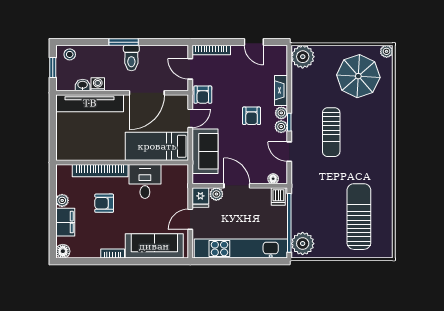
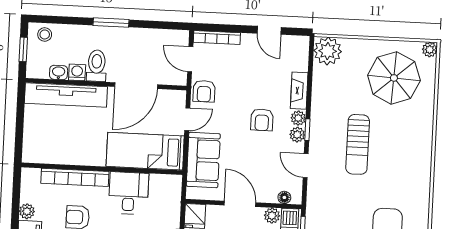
toilet: (131, 58) -> (97, 66), moved, turned 180
plant: (216, 194) -> (272, 216), moved

